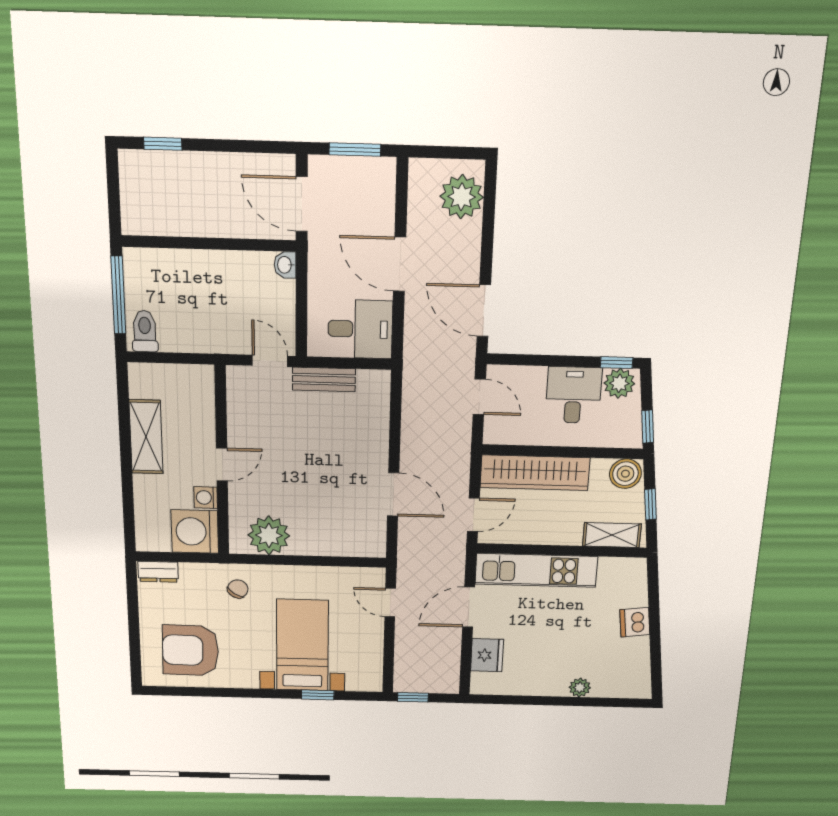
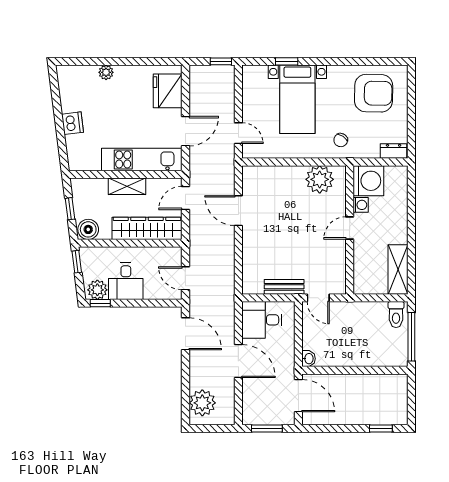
shelving: (146, 437) -> (398, 270), moved
shelving: (612, 535) -> (127, 186), moved
fridge: (487, 655) -> (168, 91), width x1.36, depth x1.34

